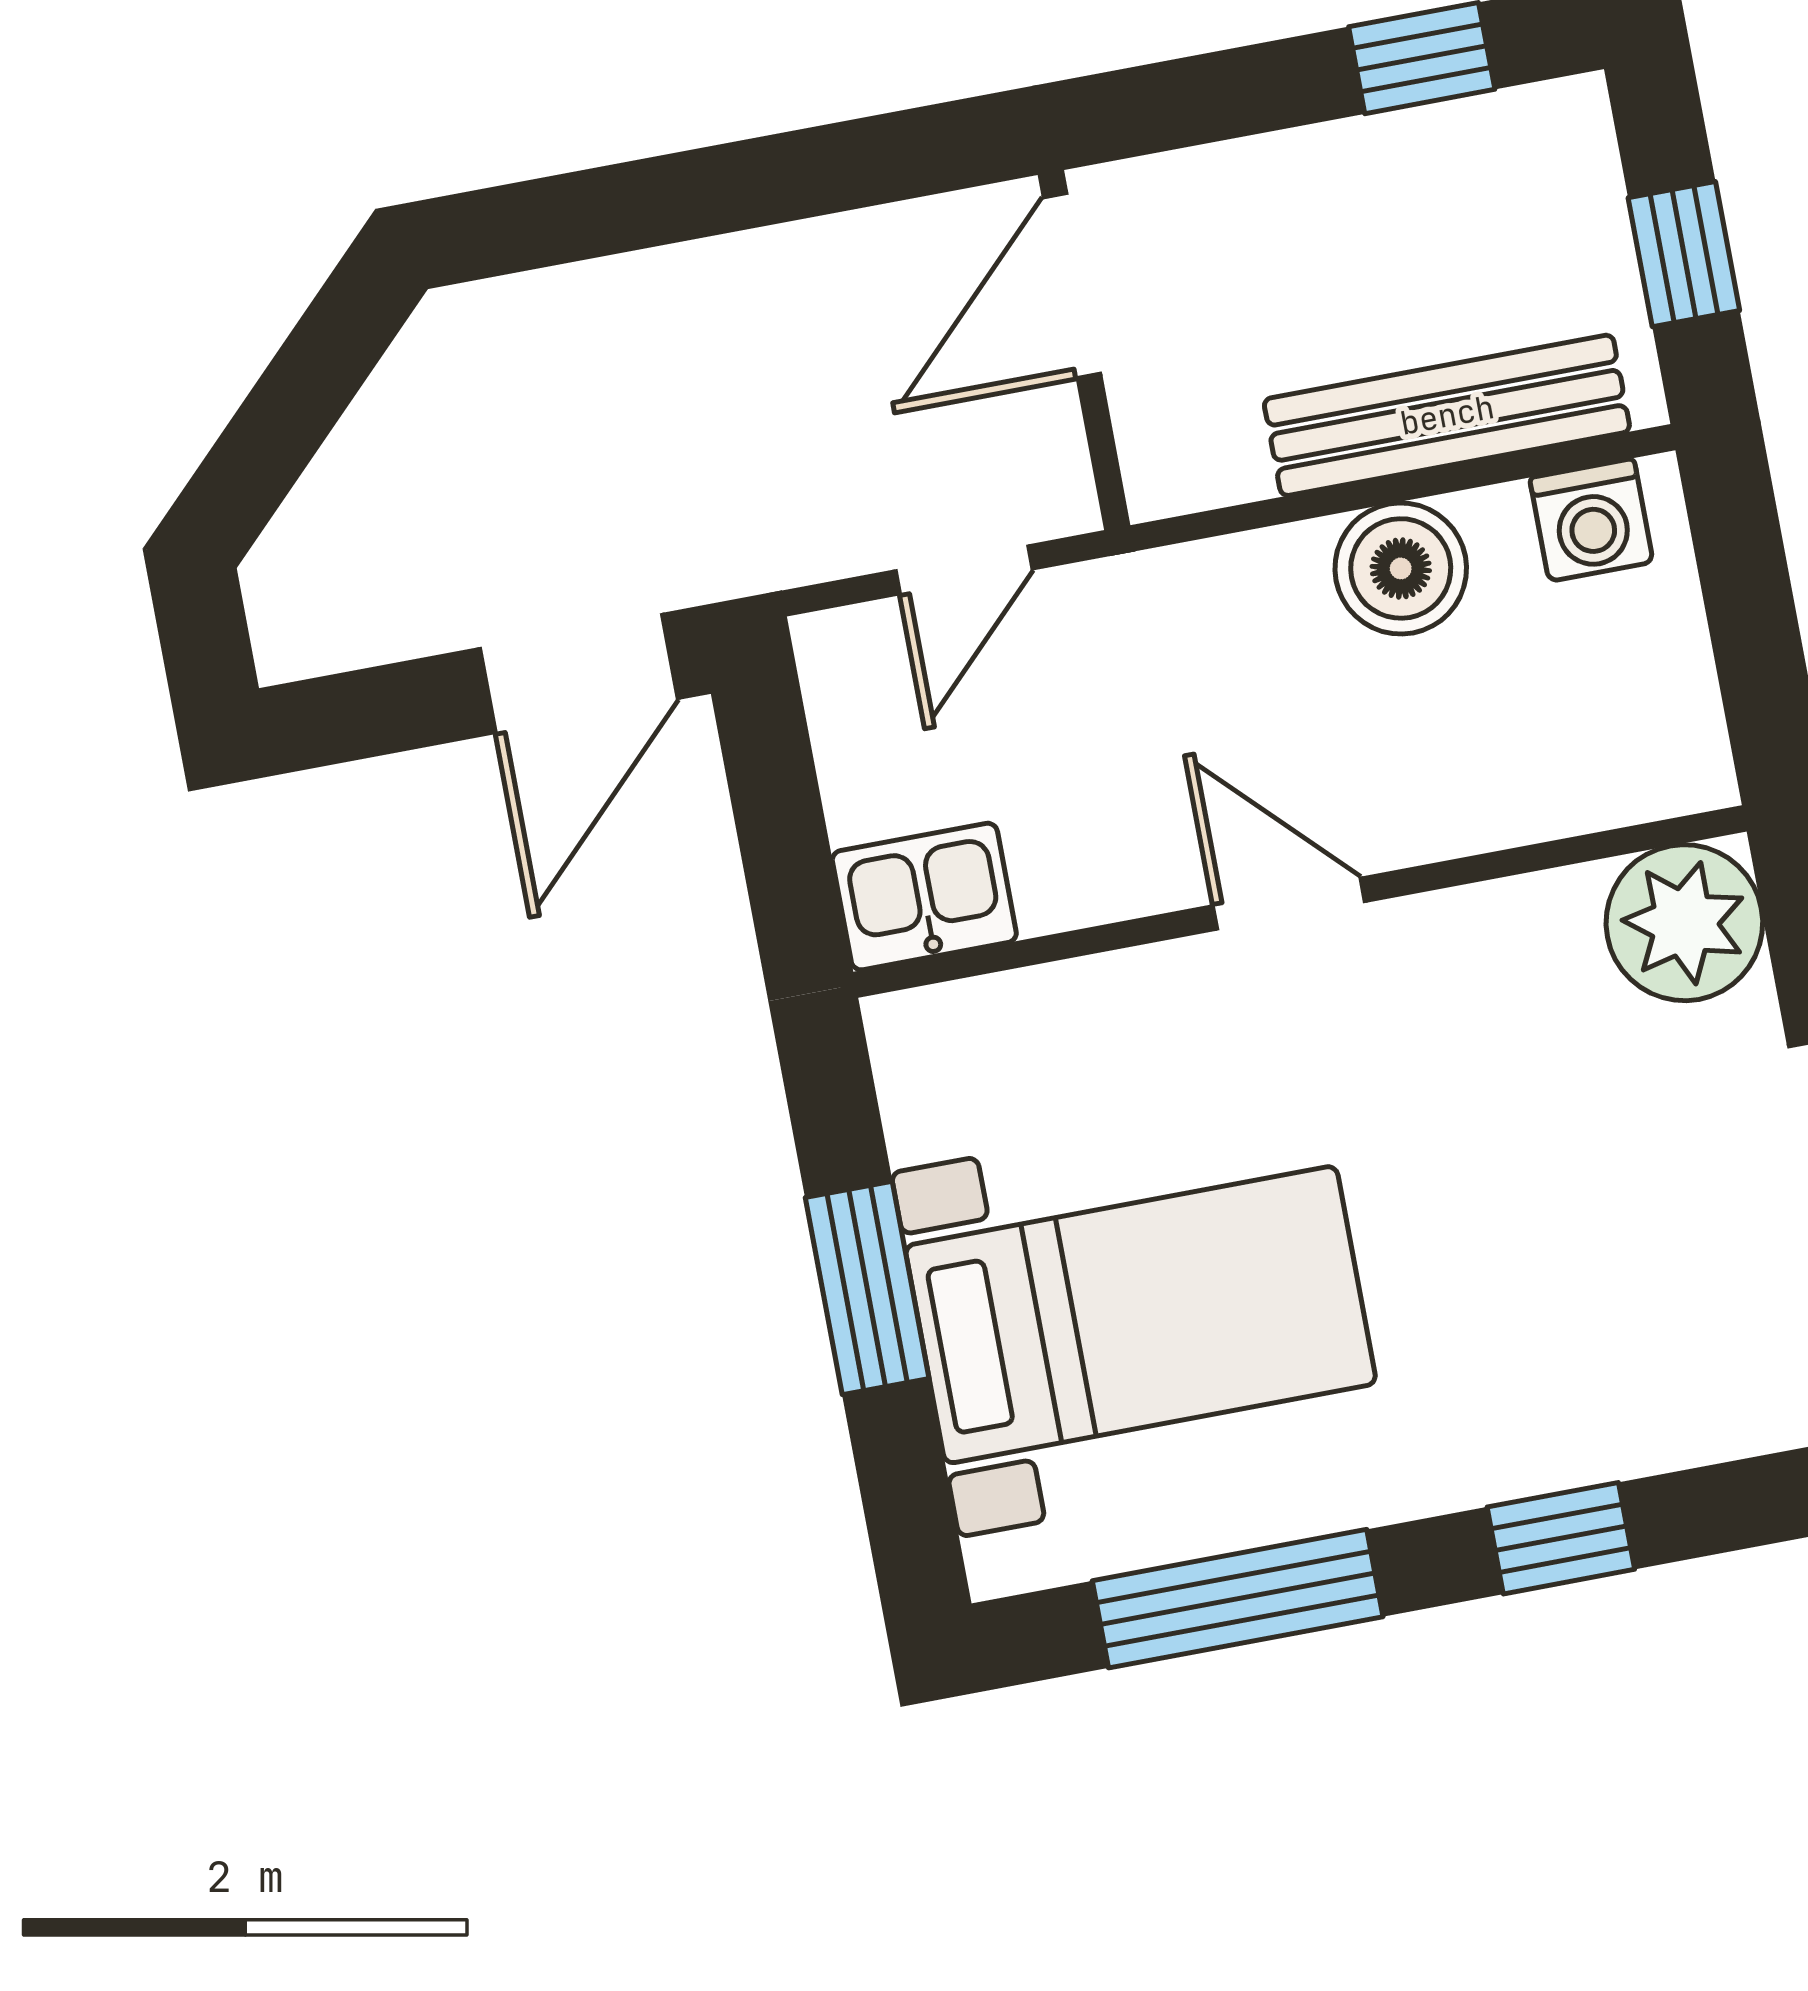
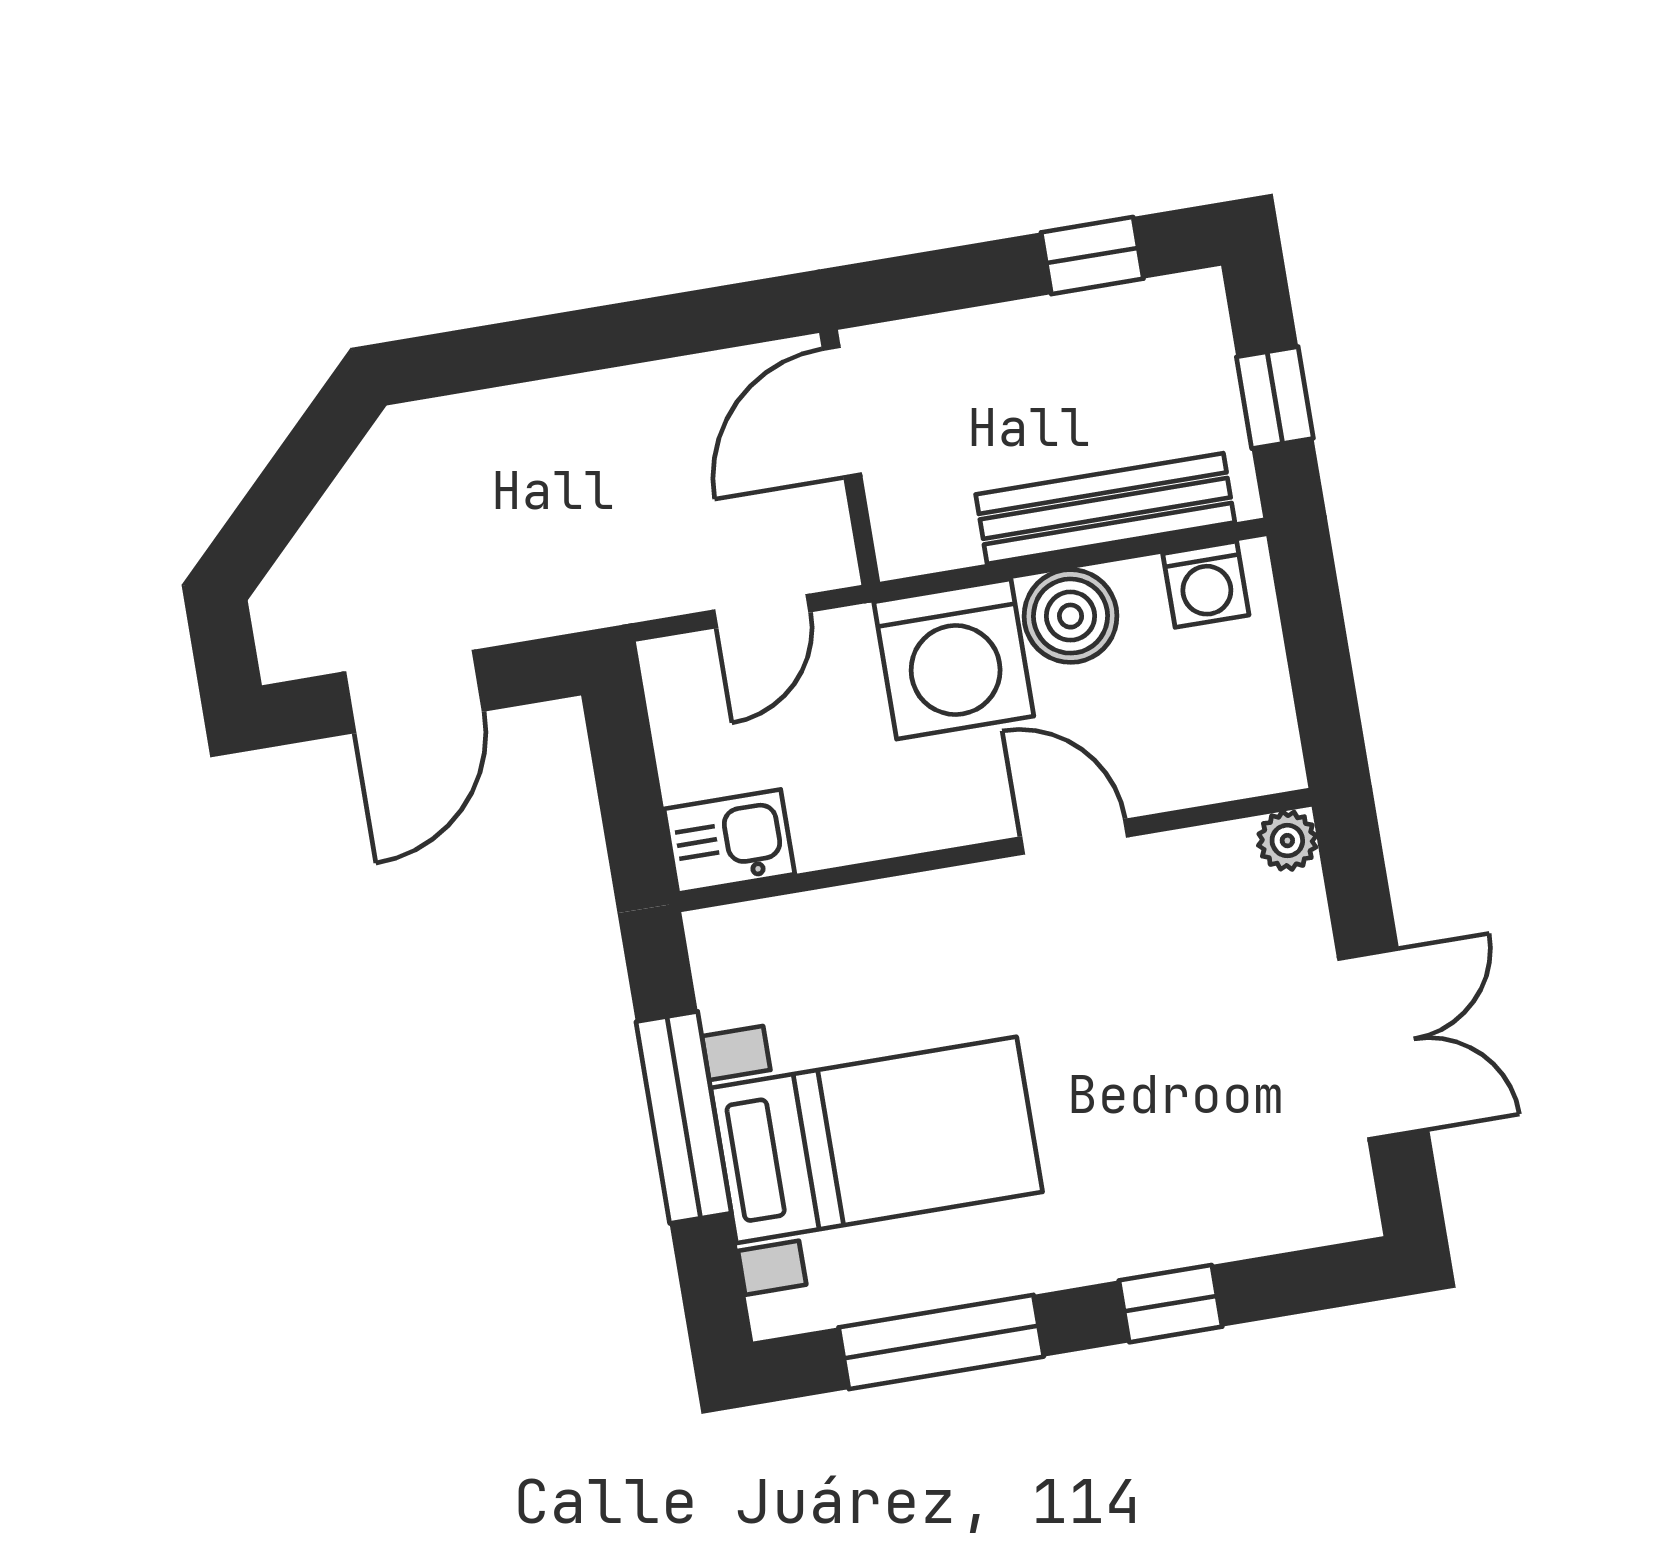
washing machine: (1237, 632) -> (954, 659), added
door: (579, 674) -> (414, 692), moved
door: (1289, 904) -> (1074, 837), moved
plant: (1684, 923) -> (1287, 841), width x0.53, depth x0.53
window: (867, 1288) -> (684, 1117), width x1.44

